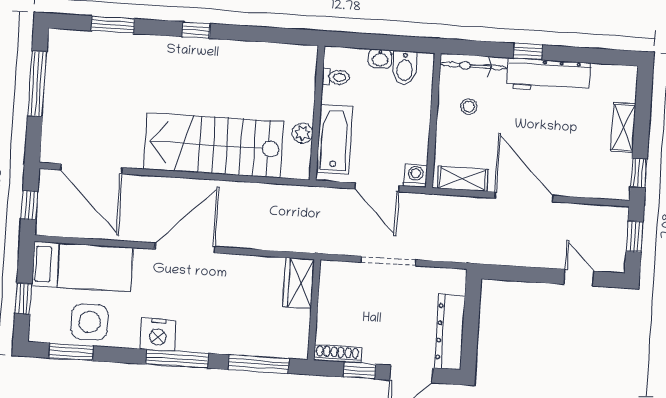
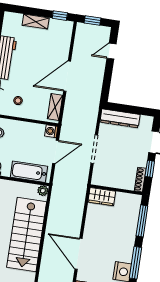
plant: (303, 133) -> (43, 191), moved
dresser: (450, 332) -> (120, 118), moved

